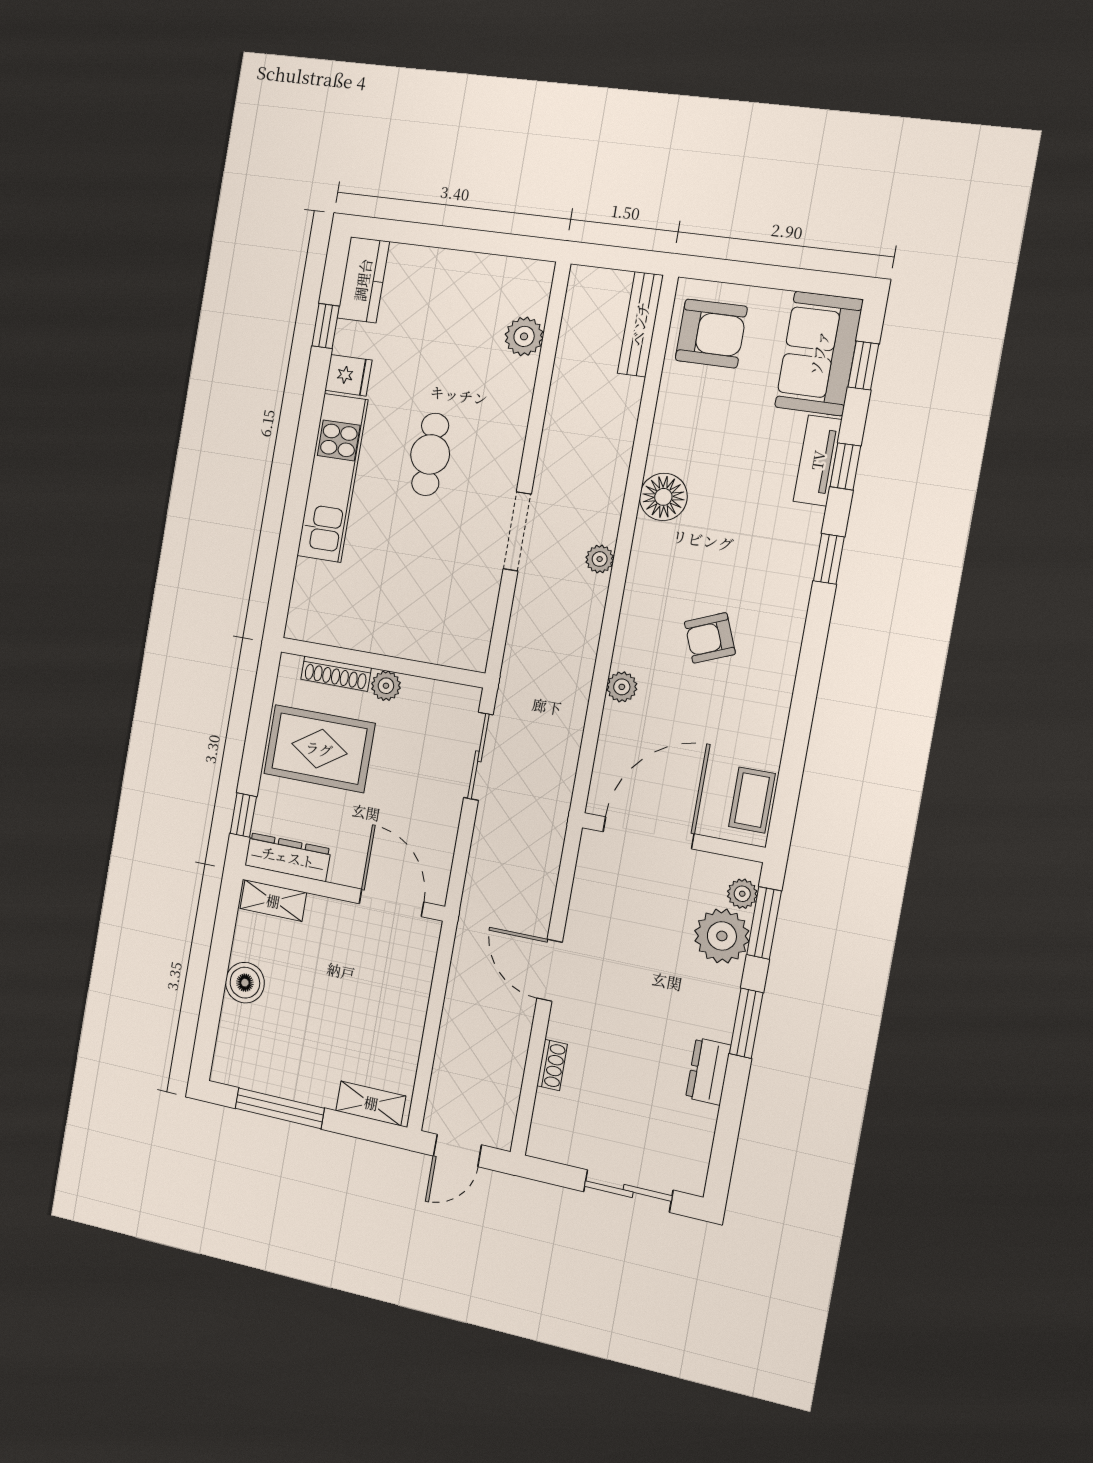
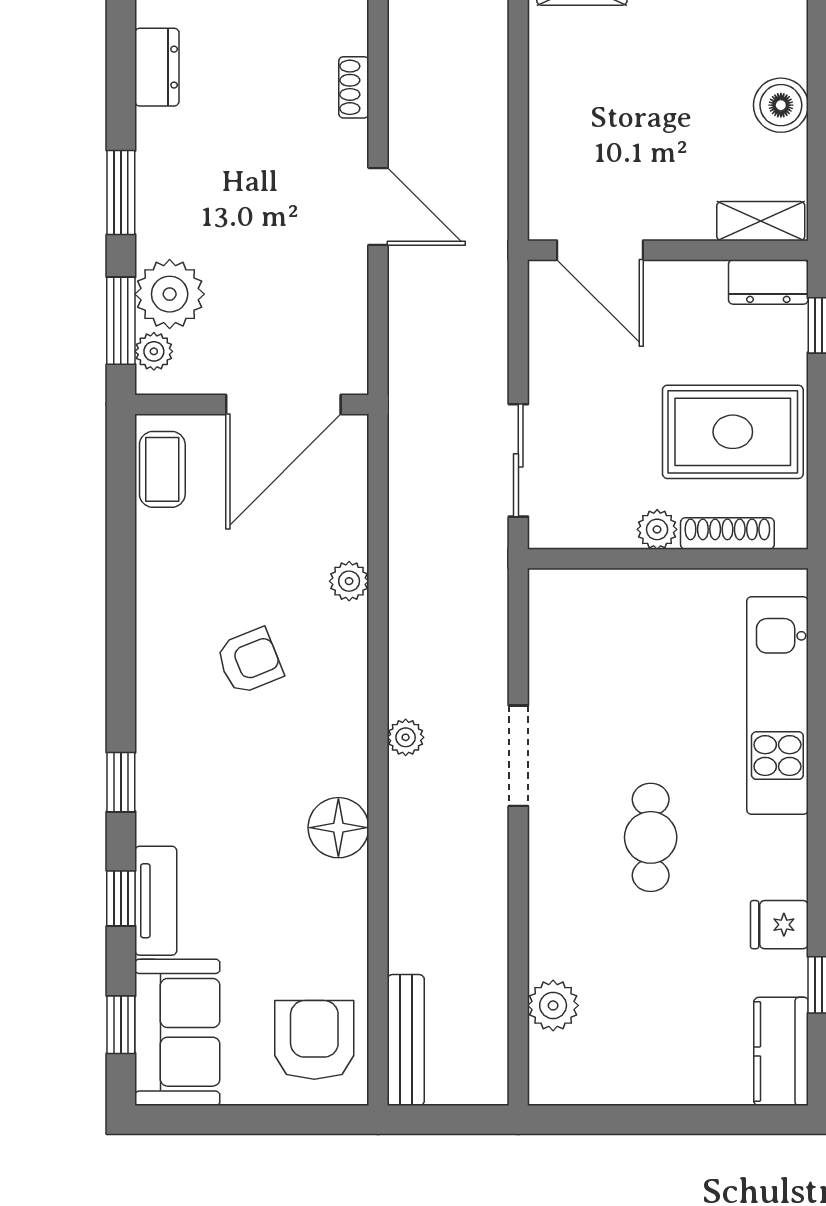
armchair: (711, 333) -> (314, 1040), turned 90
kitchen unit: (332, 478) -> (777, 705), moved
dresser: (288, 857) -> (768, 282), width x0.70
dresser: (708, 1071) -> (157, 67), moved

